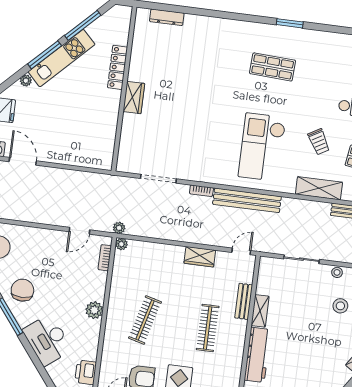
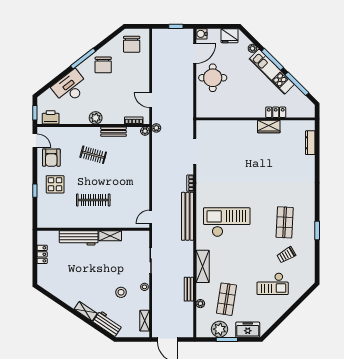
locker: (118, 67) -> (276, 112), width x0.66
wardrobe: (134, 97) -> (269, 127), moved
round table: (60, 141) -> (213, 78), added
trolley: (319, 142) -> (286, 255), moved
door: (241, 251) -> (151, 217), swing flipped
wardrobe: (200, 257) -> (143, 188), removed
chair: (22, 290) -> (103, 65), turned 90
bench: (244, 301) -> (113, 132), moved
clothes rail: (145, 320) -> (93, 155), width x0.73

